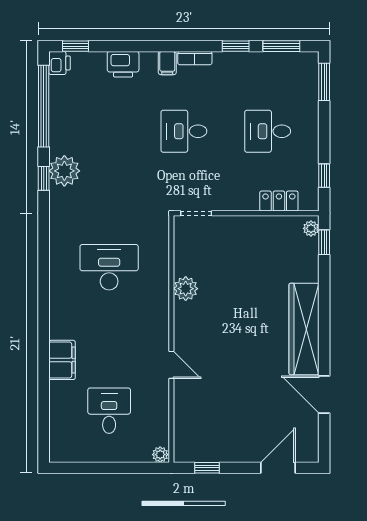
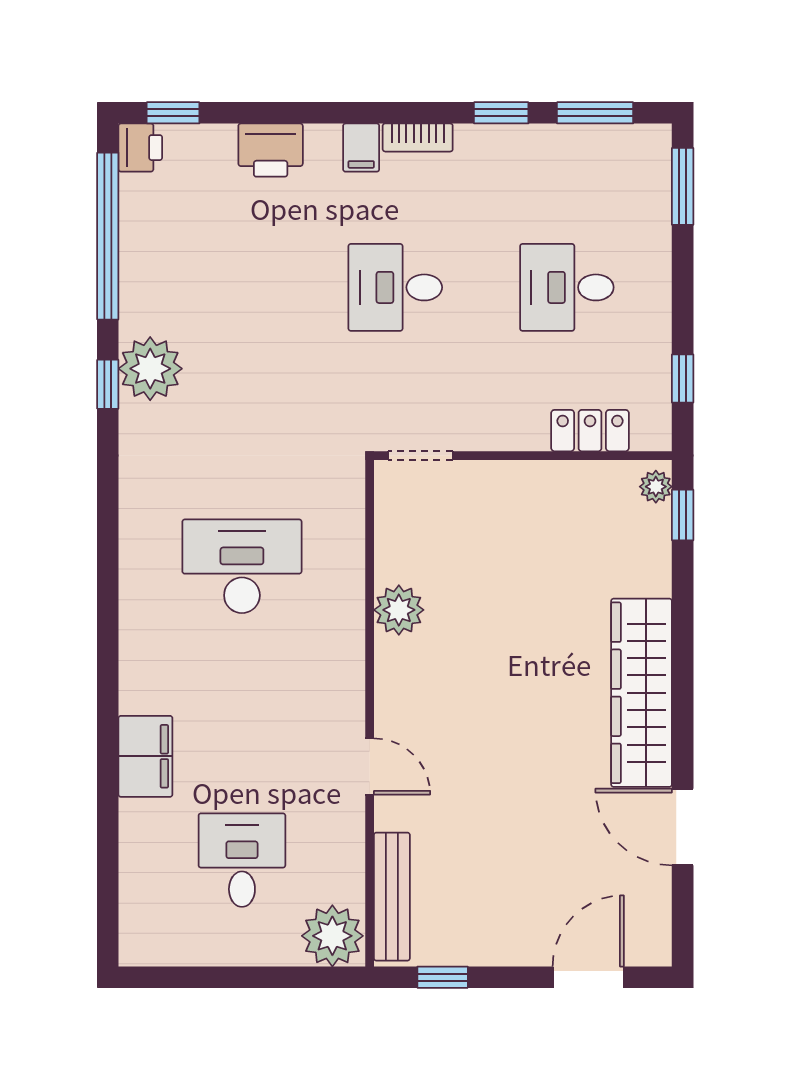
bench: (182, 428) -> (392, 897), added
plant: (160, 455) -> (332, 936), width x1.88, depth x1.88

